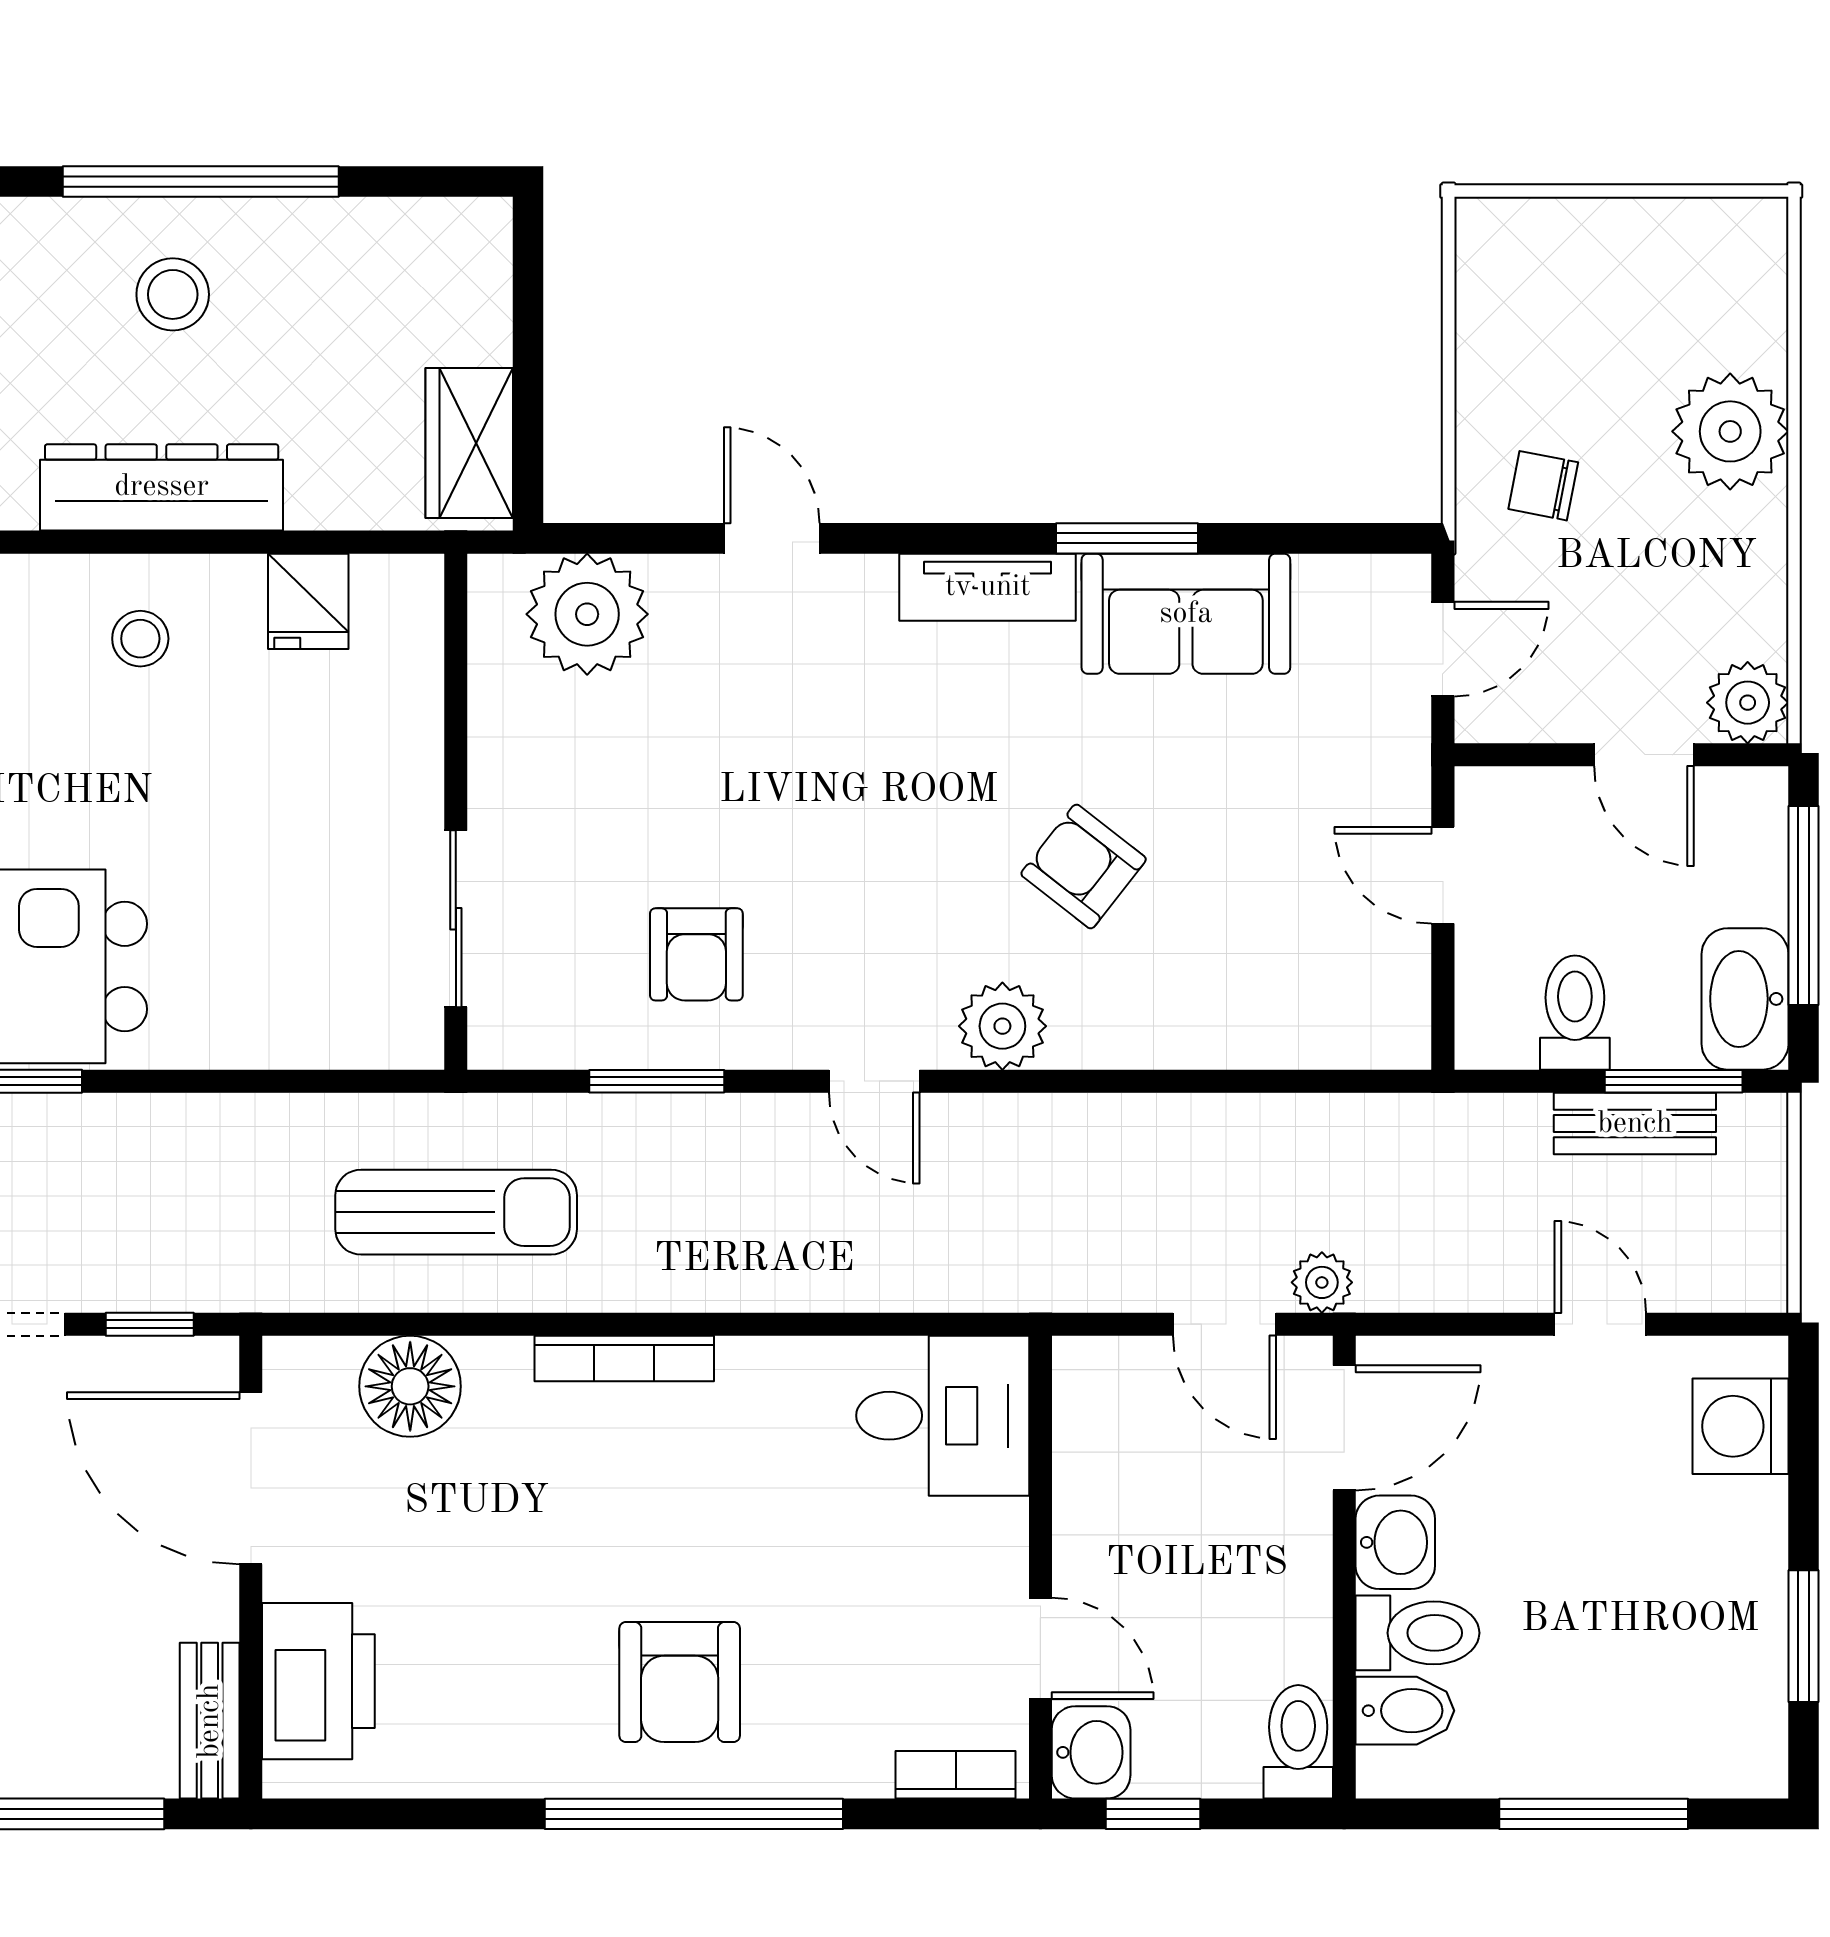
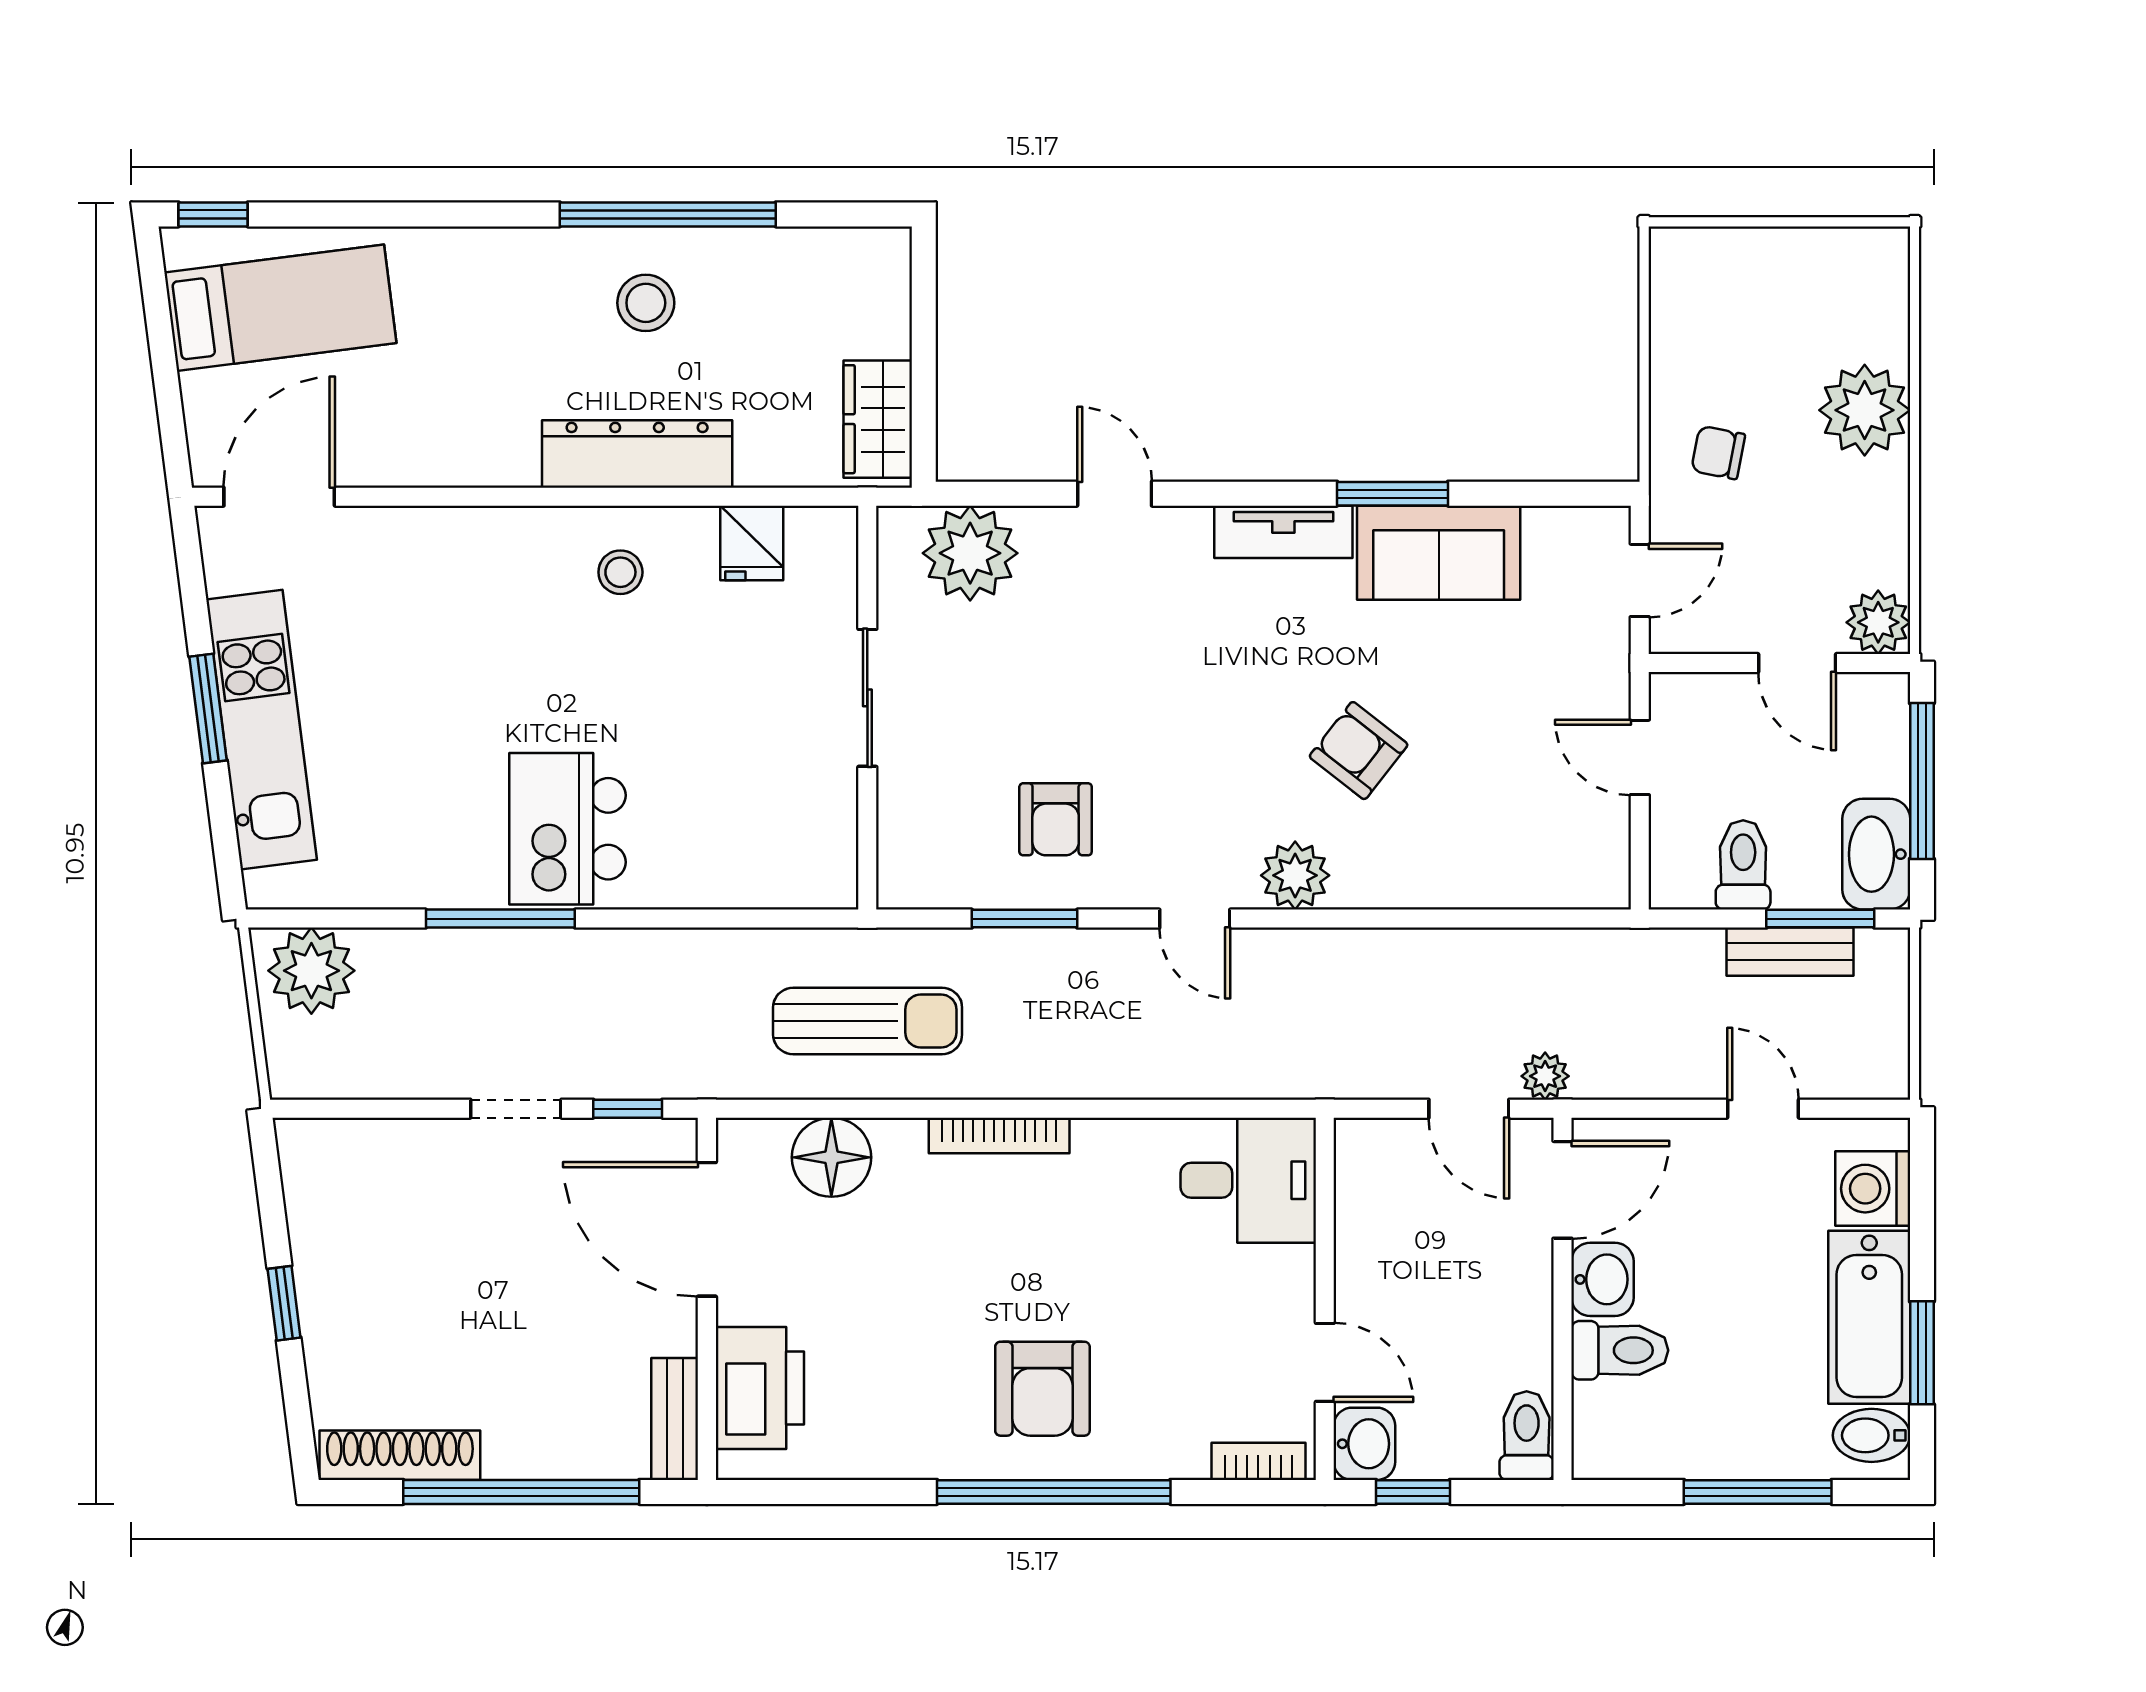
sliding door: (456, 919) -> (867, 698), moved
bathtub: (1736, 1591) -> (1869, 1317), added
bidet: (1405, 1711) -> (1871, 1435), moved, turned 180

